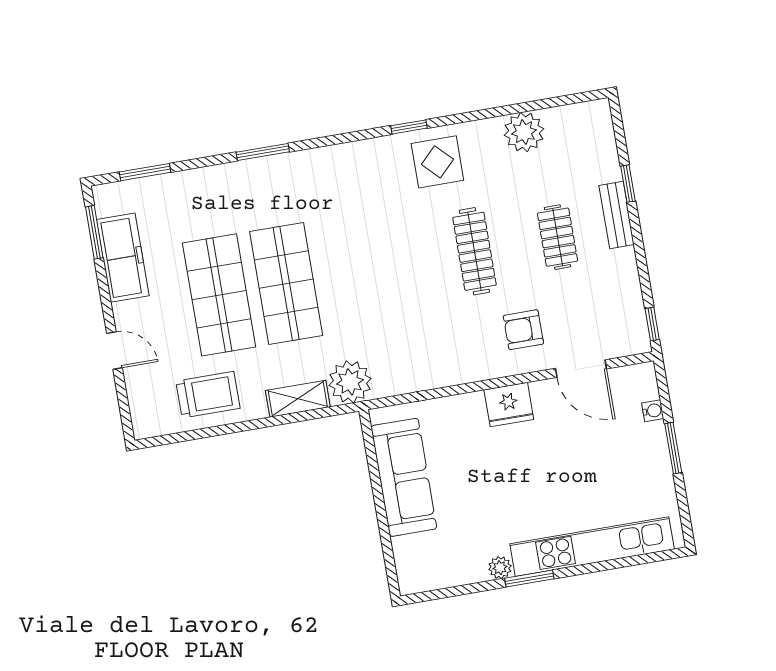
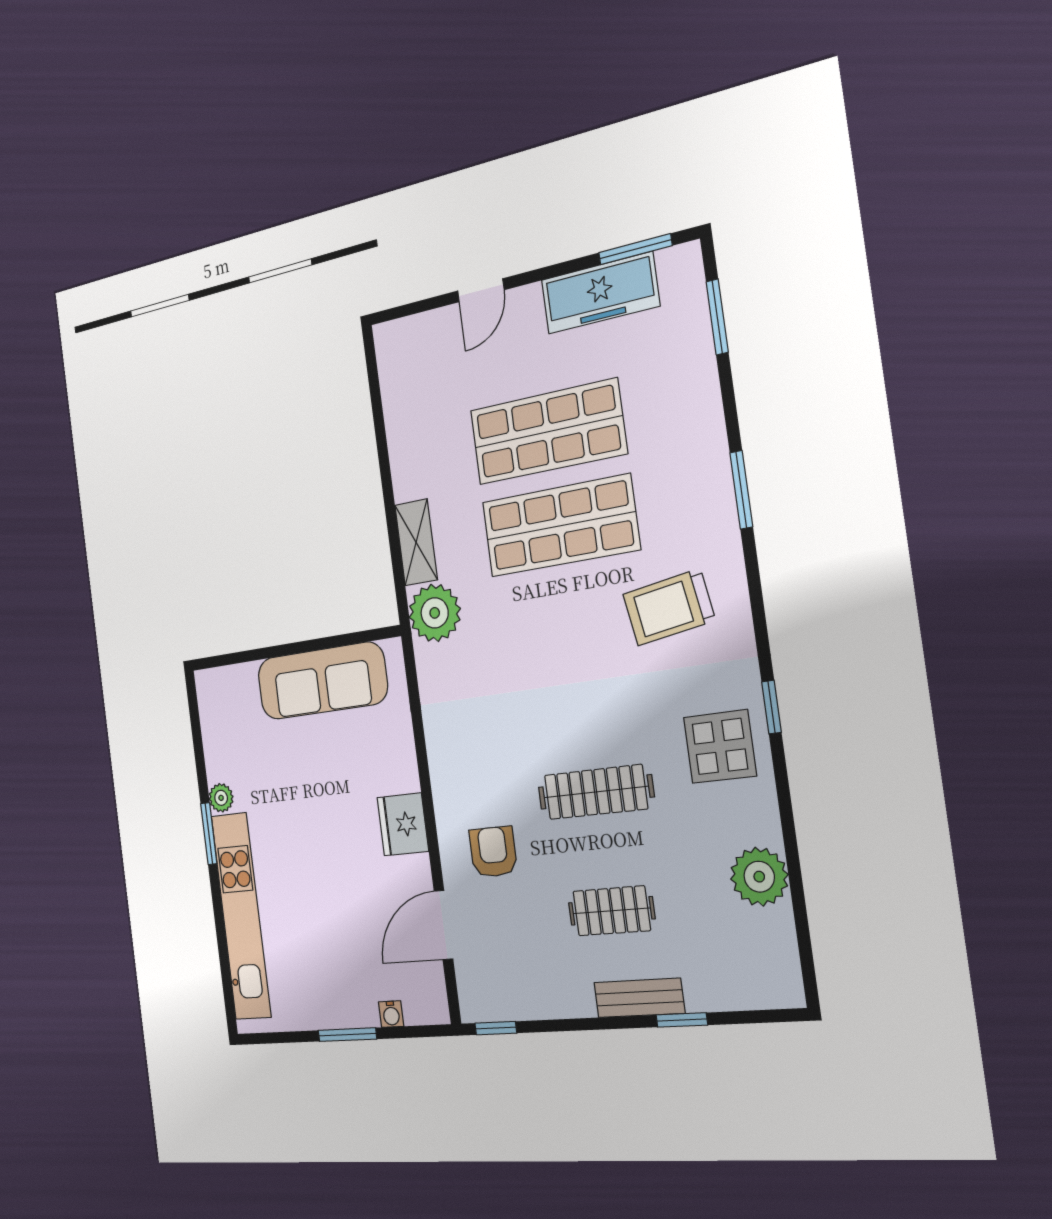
trolley: (208, 395) -> (669, 607), moved, turned 81

